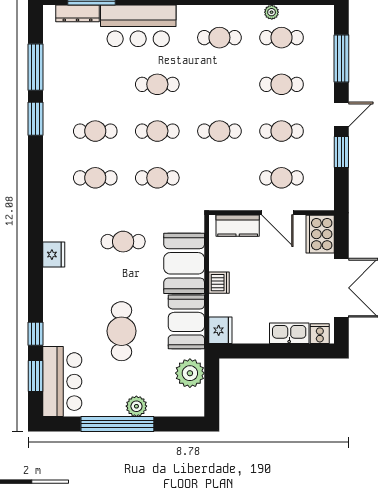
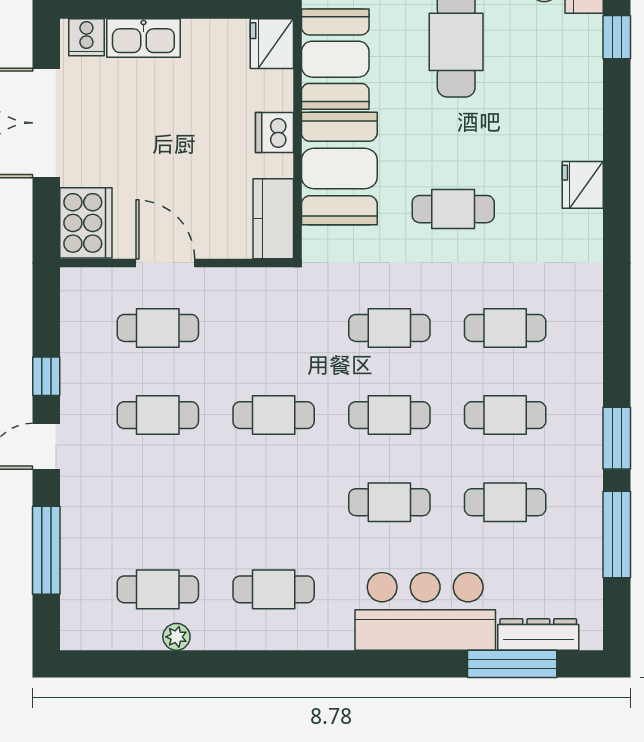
cafe table: (282, 84) -> (505, 502), moved
window: (341, 152) -> (46, 376), width x0.67
kitchen counter: (238, 226) -> (273, 219), moved, turned -90

